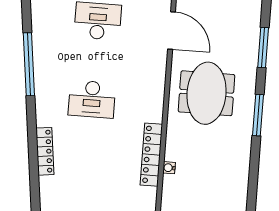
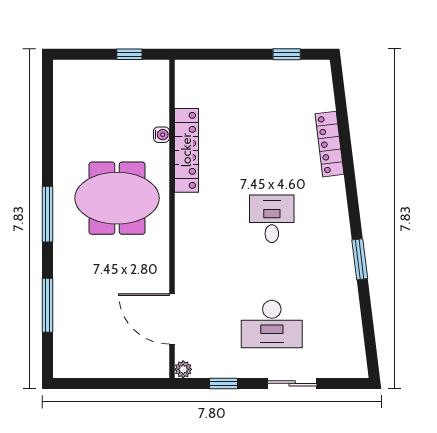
window: (29, 64) -> (360, 259), width x0.47
meeting table: (207, 93) -> (117, 198), moved, turned 90
desk: (92, 99) -> (272, 219), width x0.73

